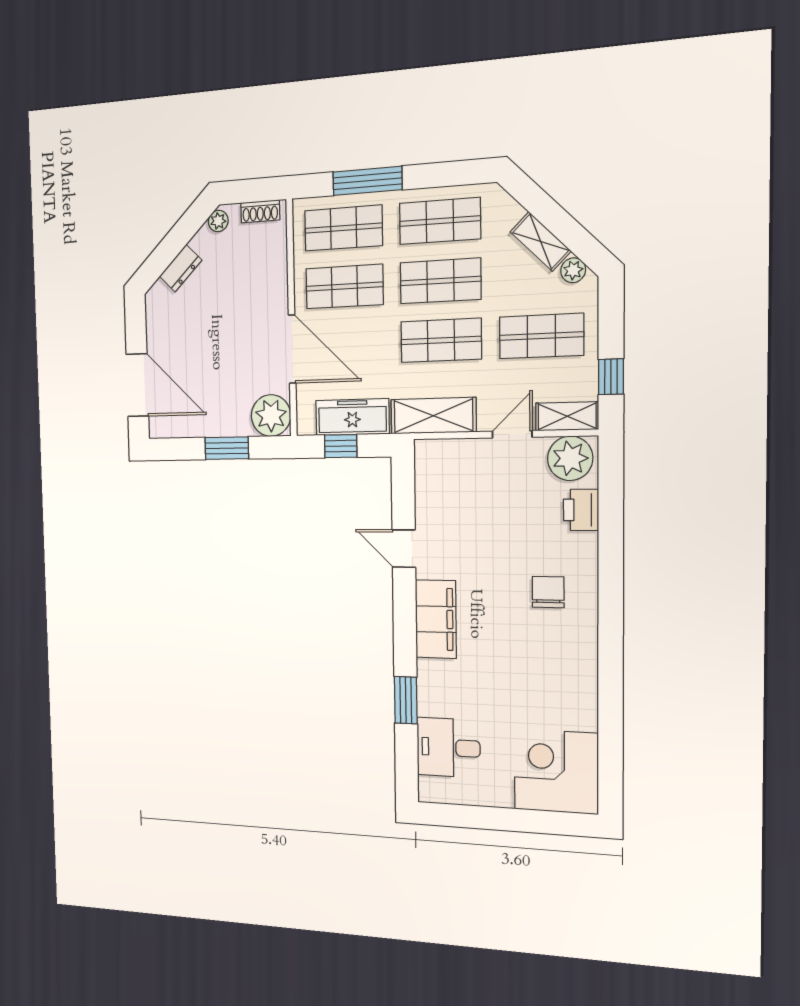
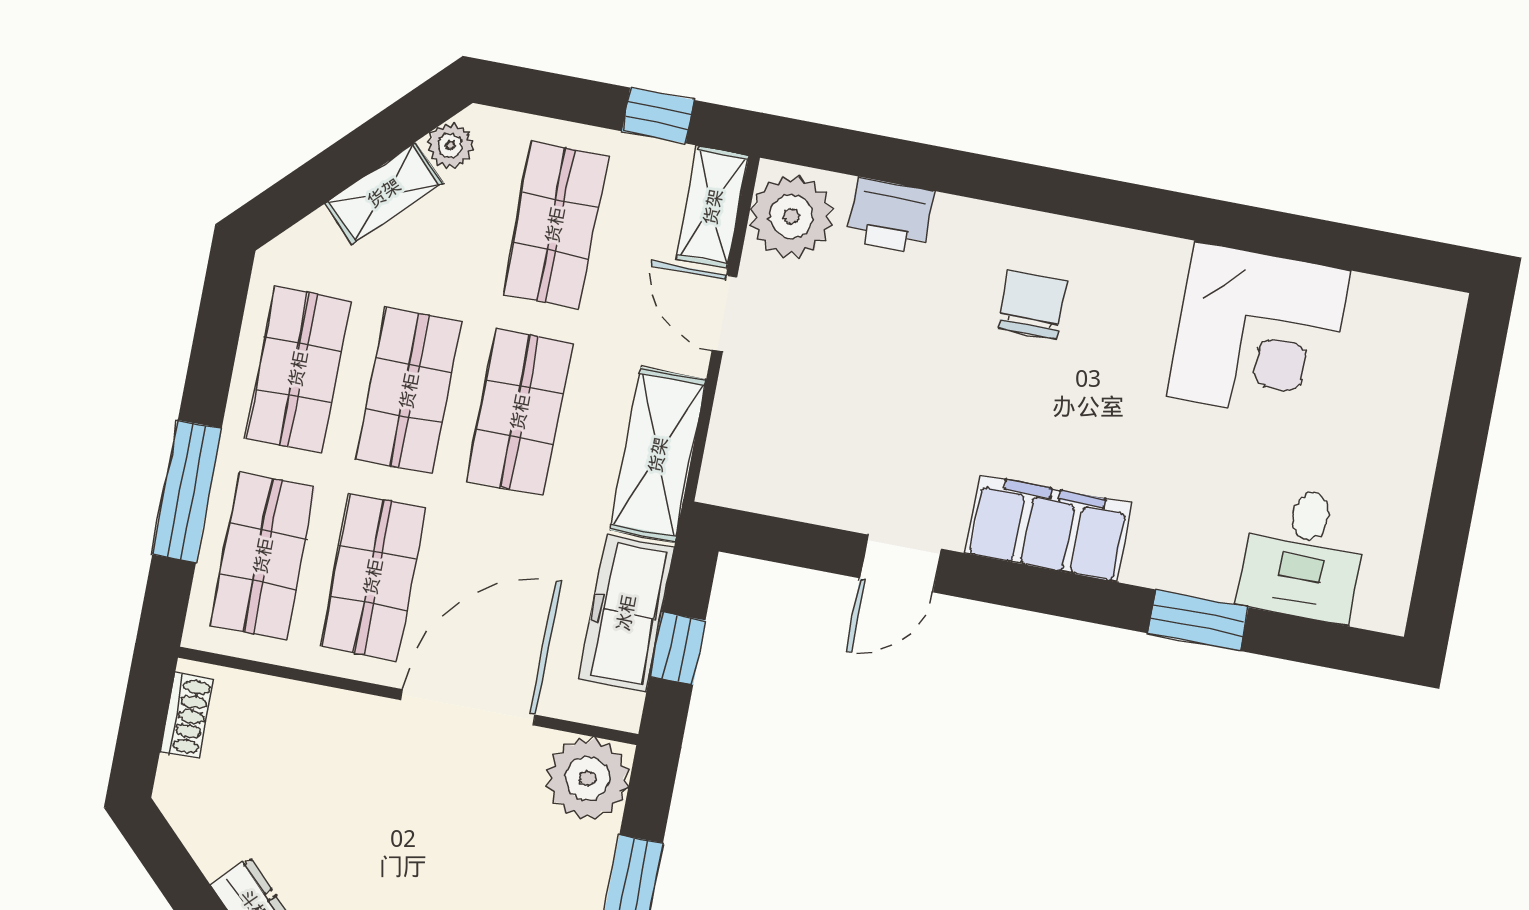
plant: (218, 221) -> (182, 806), removed
chair: (548, 592) -> (1033, 305), turned 90
corner desk: (556, 771) -> (1259, 333), moved, turned -90

